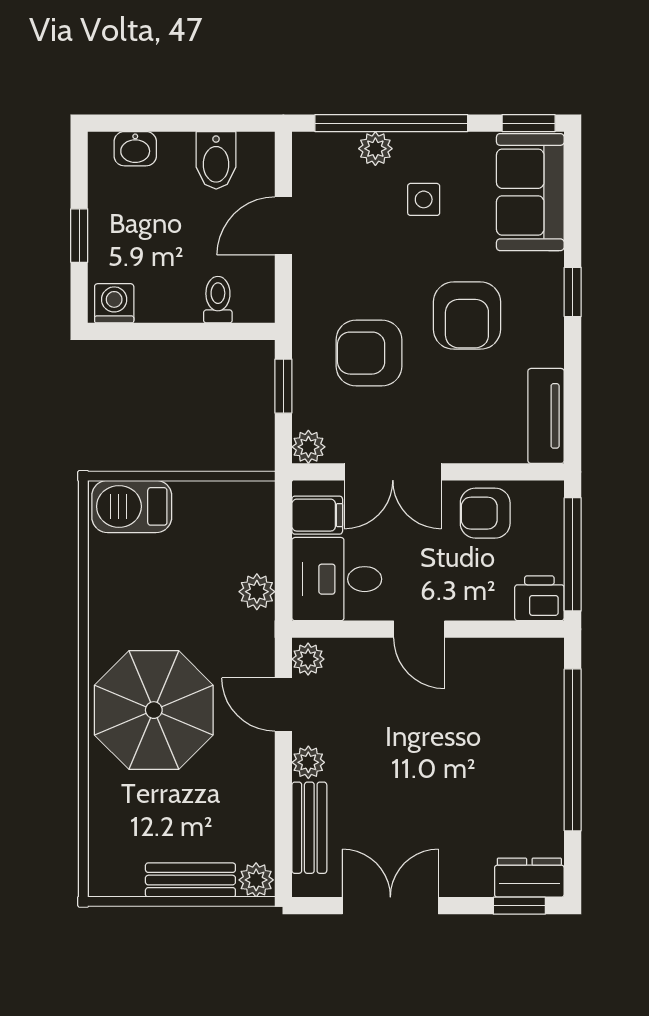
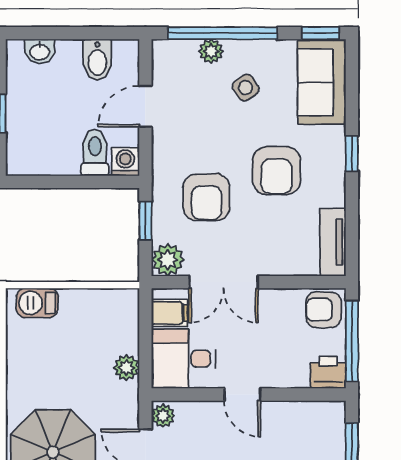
side table: (424, 199) -> (246, 88), turned -34
toilet: (218, 300) -> (95, 153), width x1.37, depth x1.39
washing machine: (114, 303) -> (125, 162), moved
armchair: (369, 353) -> (206, 197), turned -90
plant: (308, 447) -> (168, 260), width x1.38, depth x1.38
barbecue: (132, 506) -> (37, 303), width x0.73, depth x0.79
armchair: (485, 513) -> (324, 310), moved

